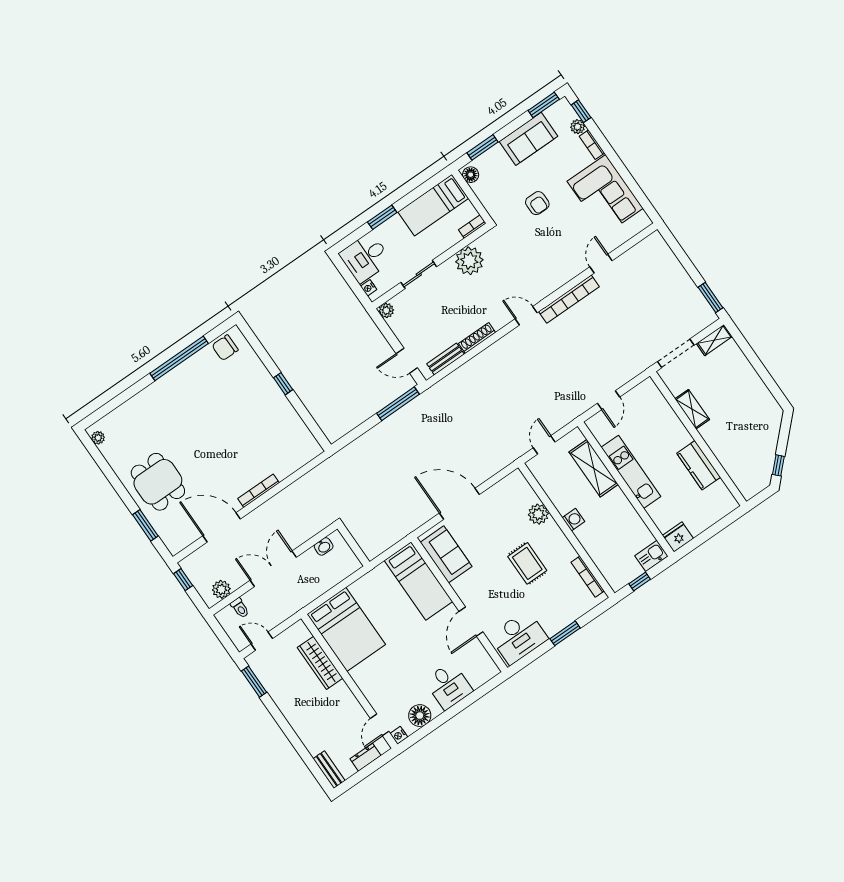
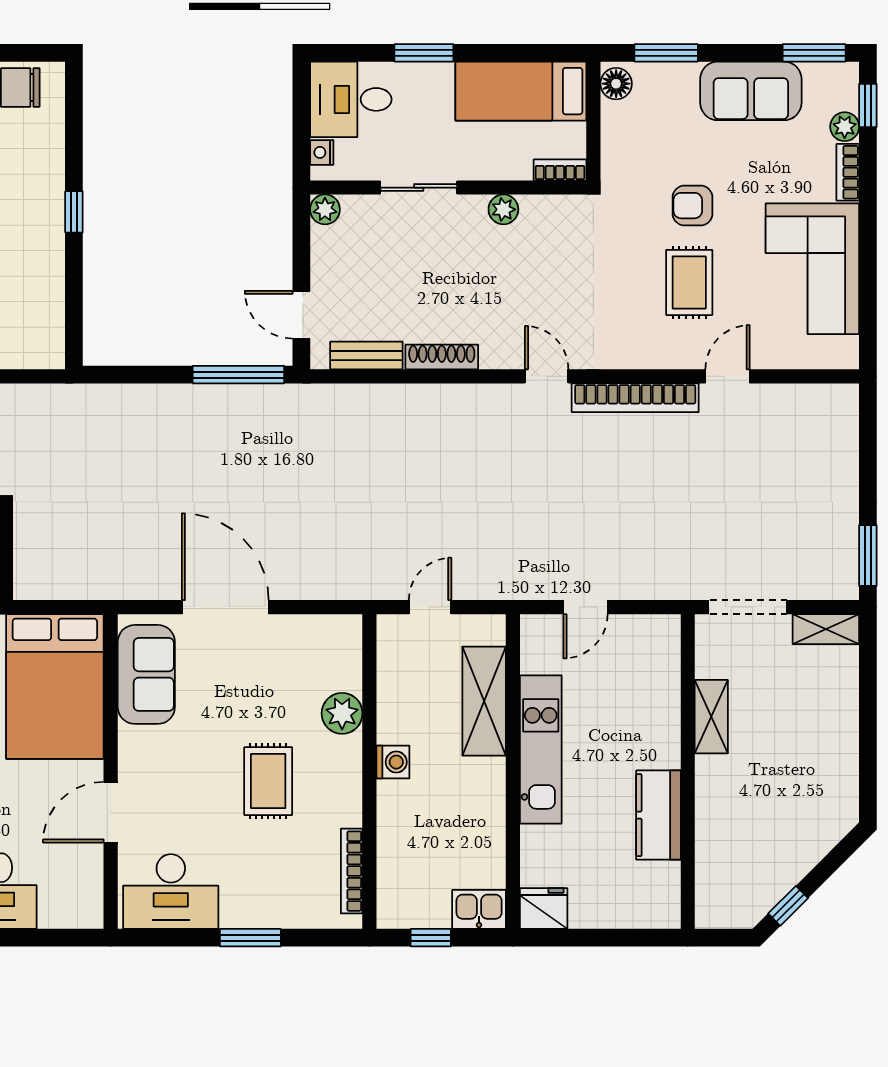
armchair: (537, 203) -> (693, 206), turned 90
rug: (558, 236) -> (689, 282), added
plant: (469, 261) -> (503, 209), width x0.53, depth x0.53
bed: (418, 581) -> (55, 687), width x1.50

